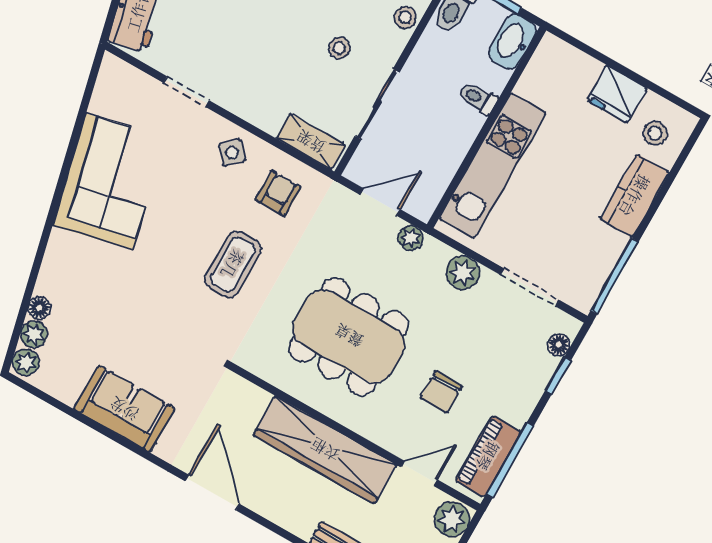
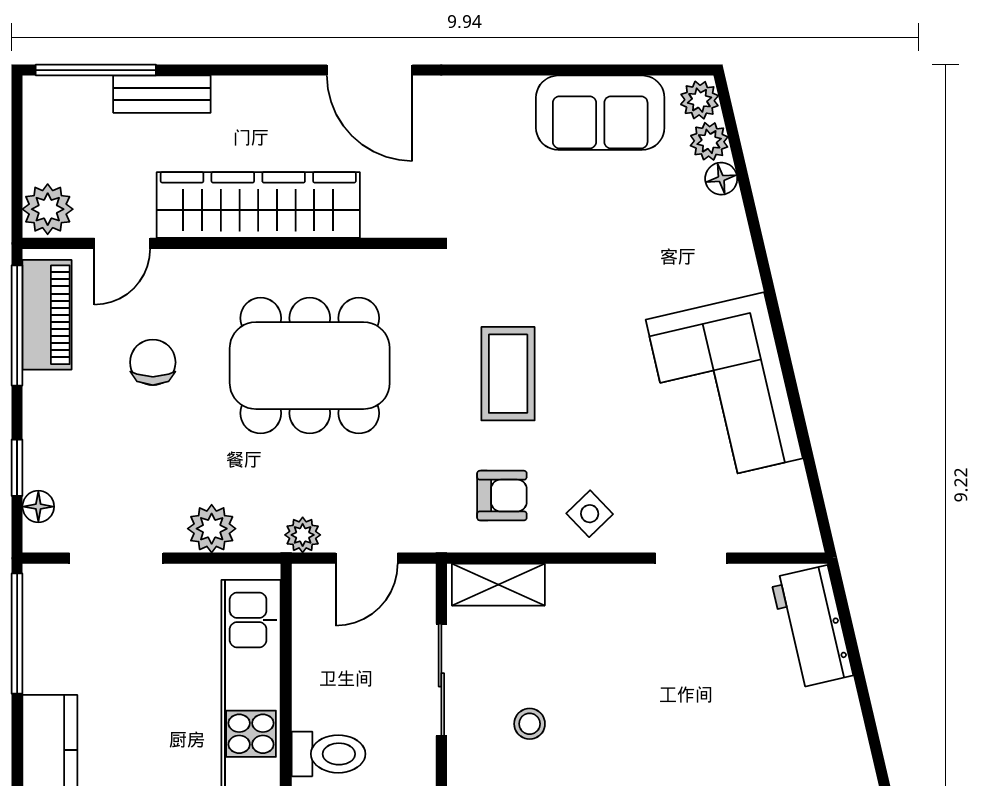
toilet: (478, 98) -> (329, 754), width x1.37, depth x1.39
armchair: (278, 193) -> (502, 496), turned -90
sofa: (124, 409) -> (600, 113), moved

